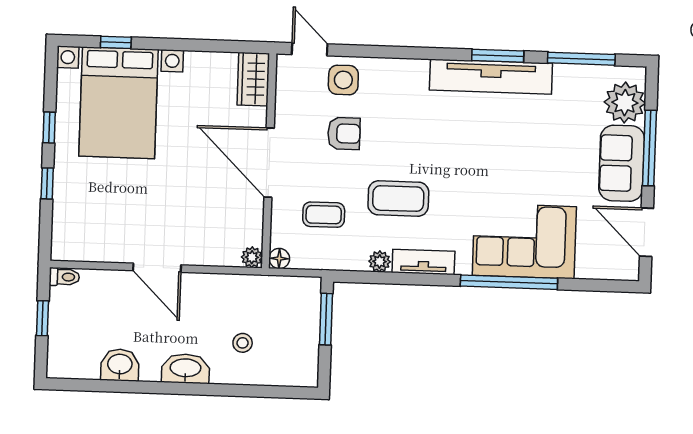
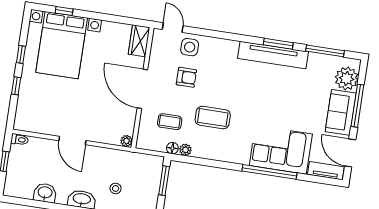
floor lamp: (279, 258) -> (172, 148), moved
plant: (380, 261) -> (185, 150), moved
tv unit: (423, 262) -> (326, 171), moved

